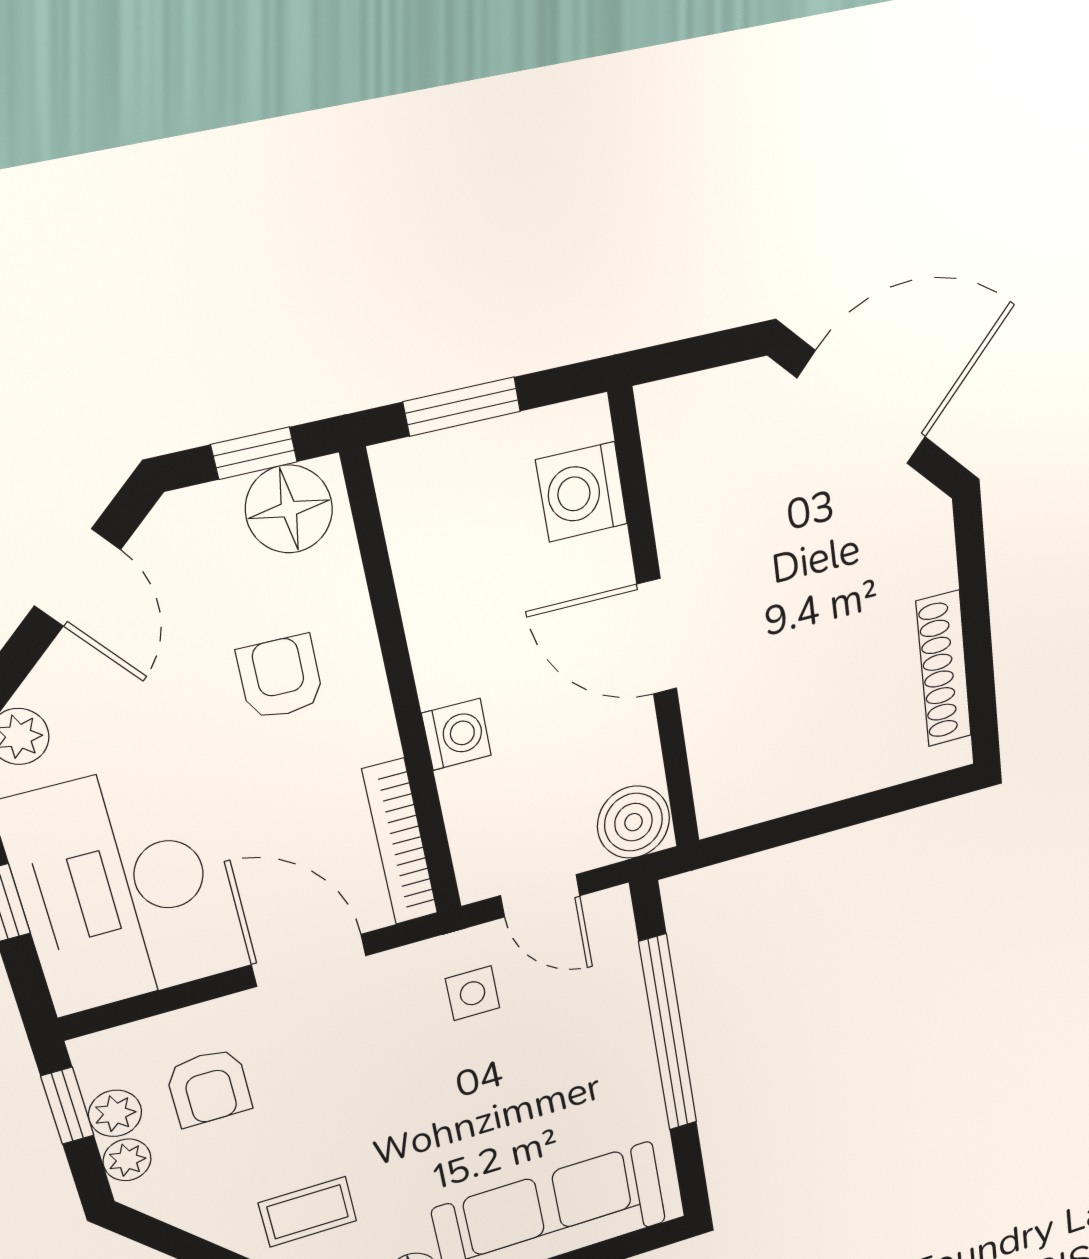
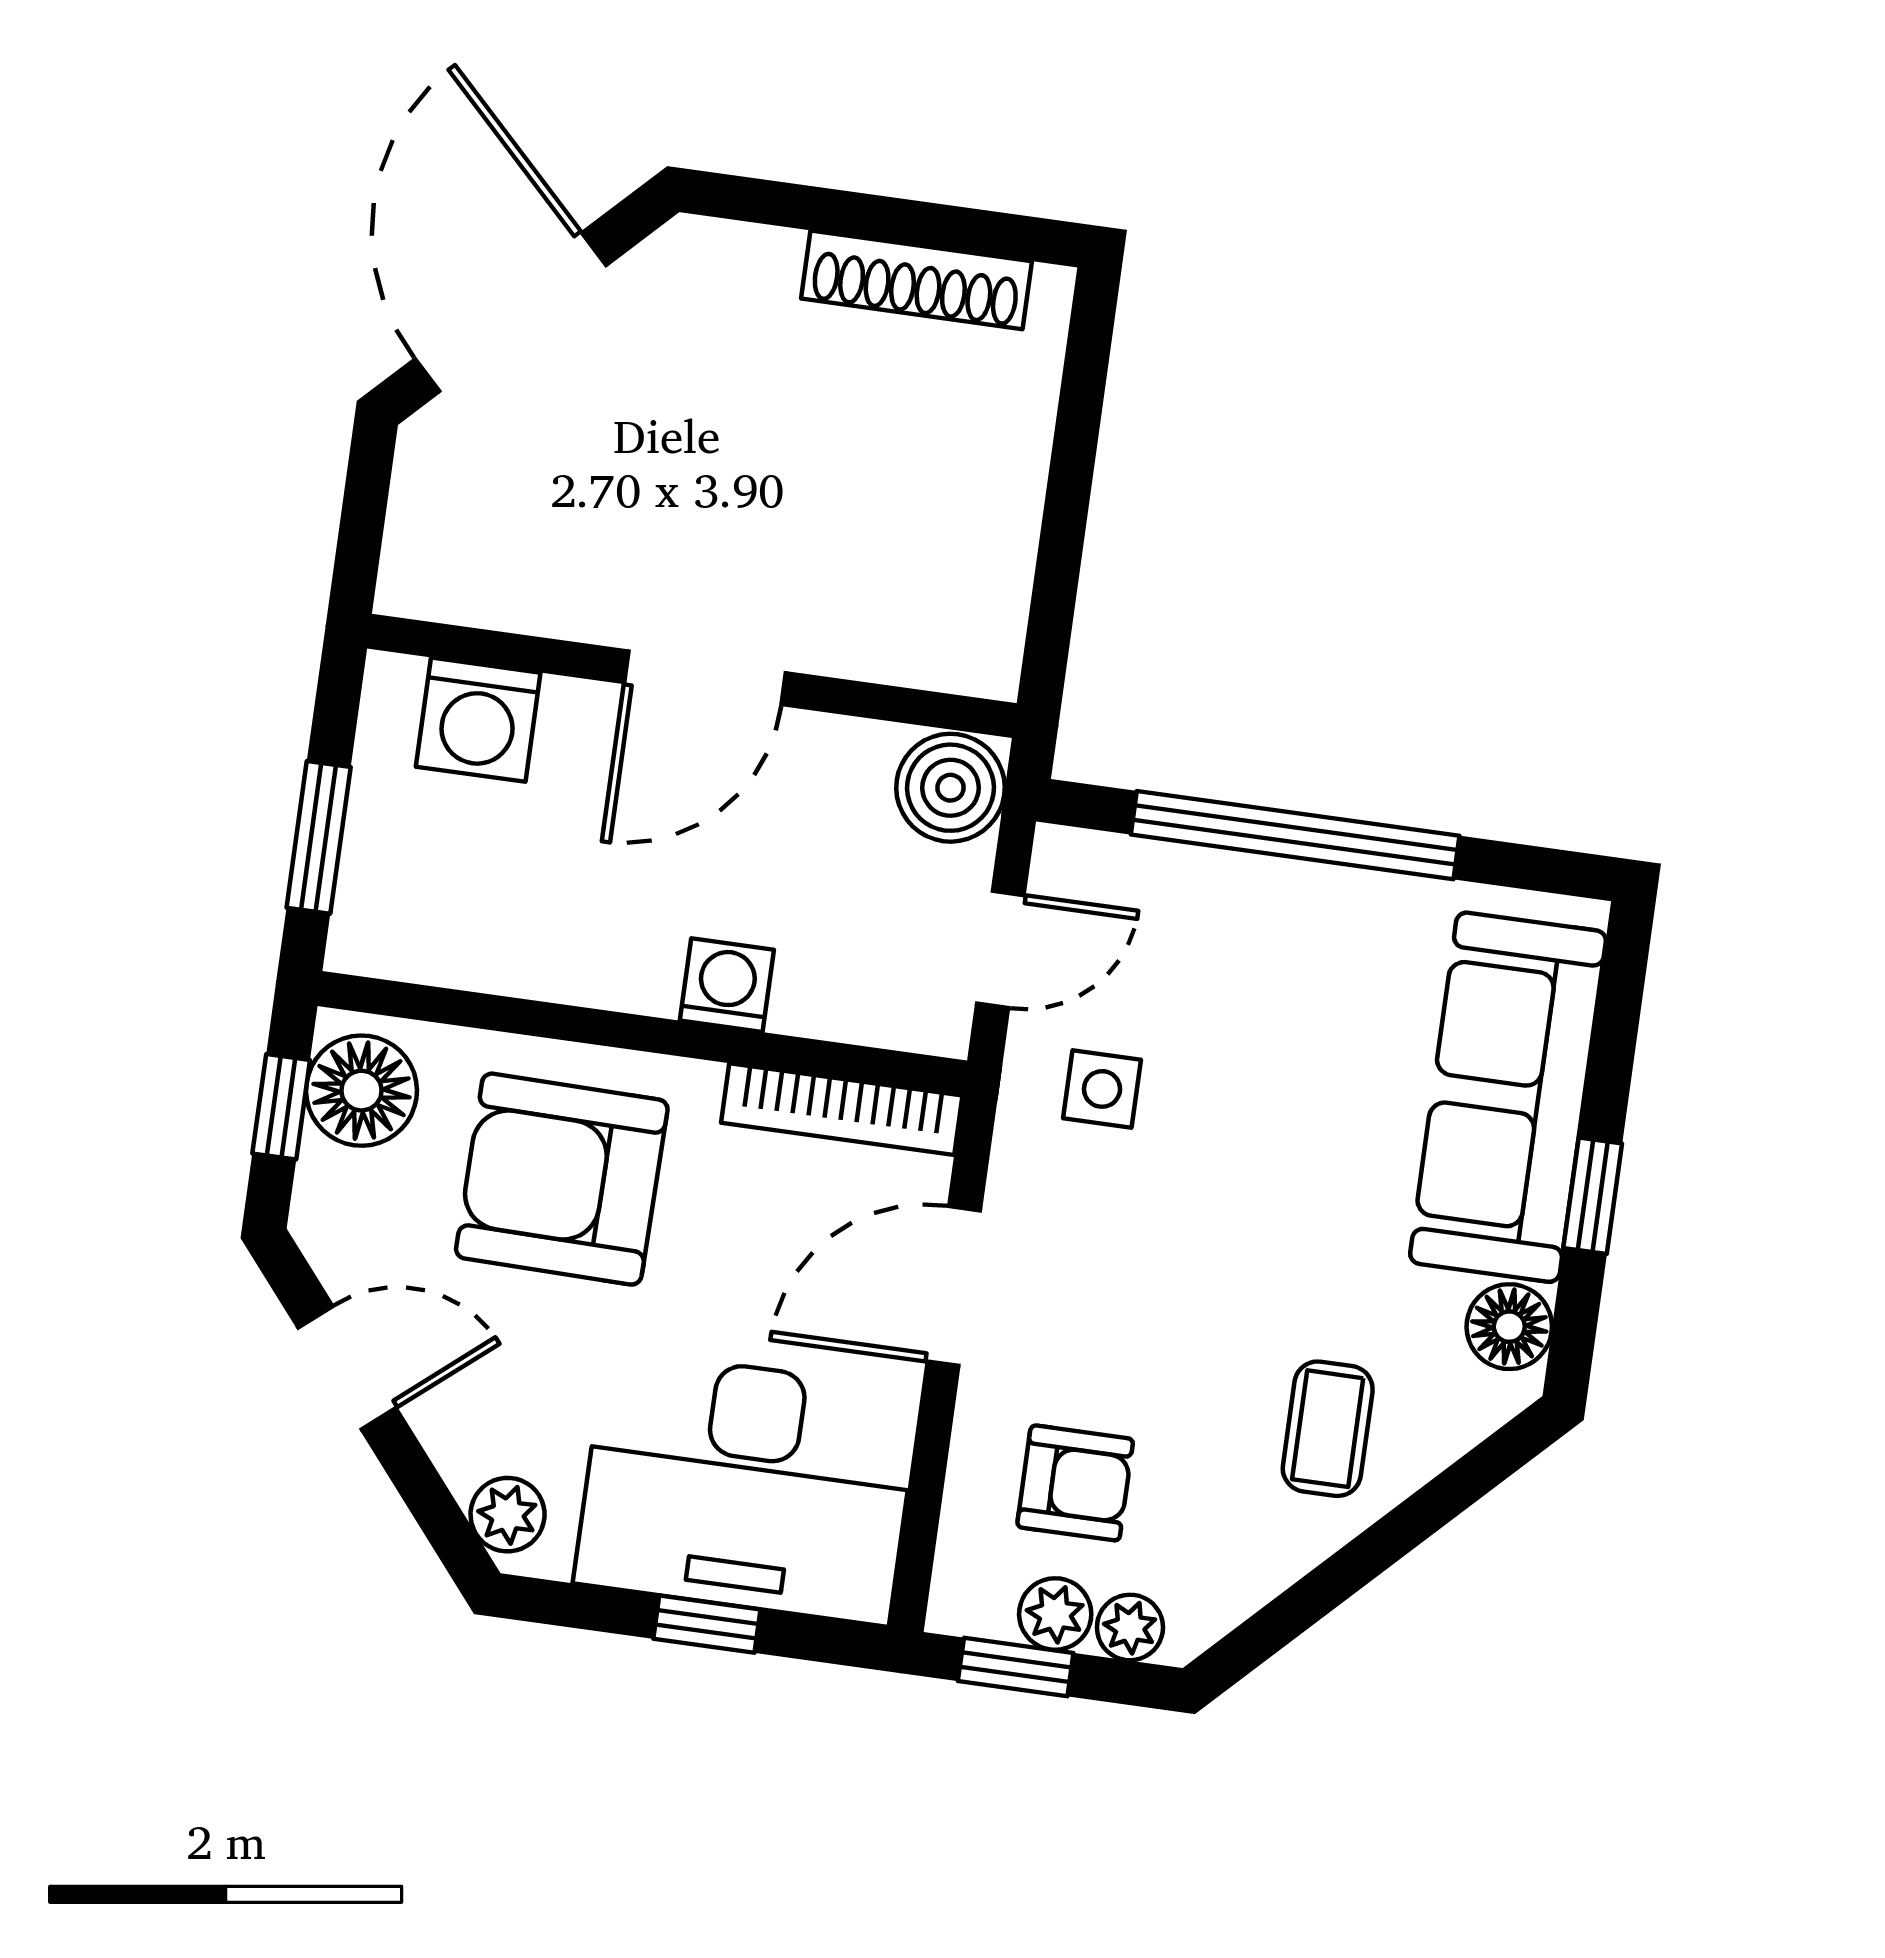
armchair: (280, 677) -> (562, 1179), width x1.88, depth x1.88

